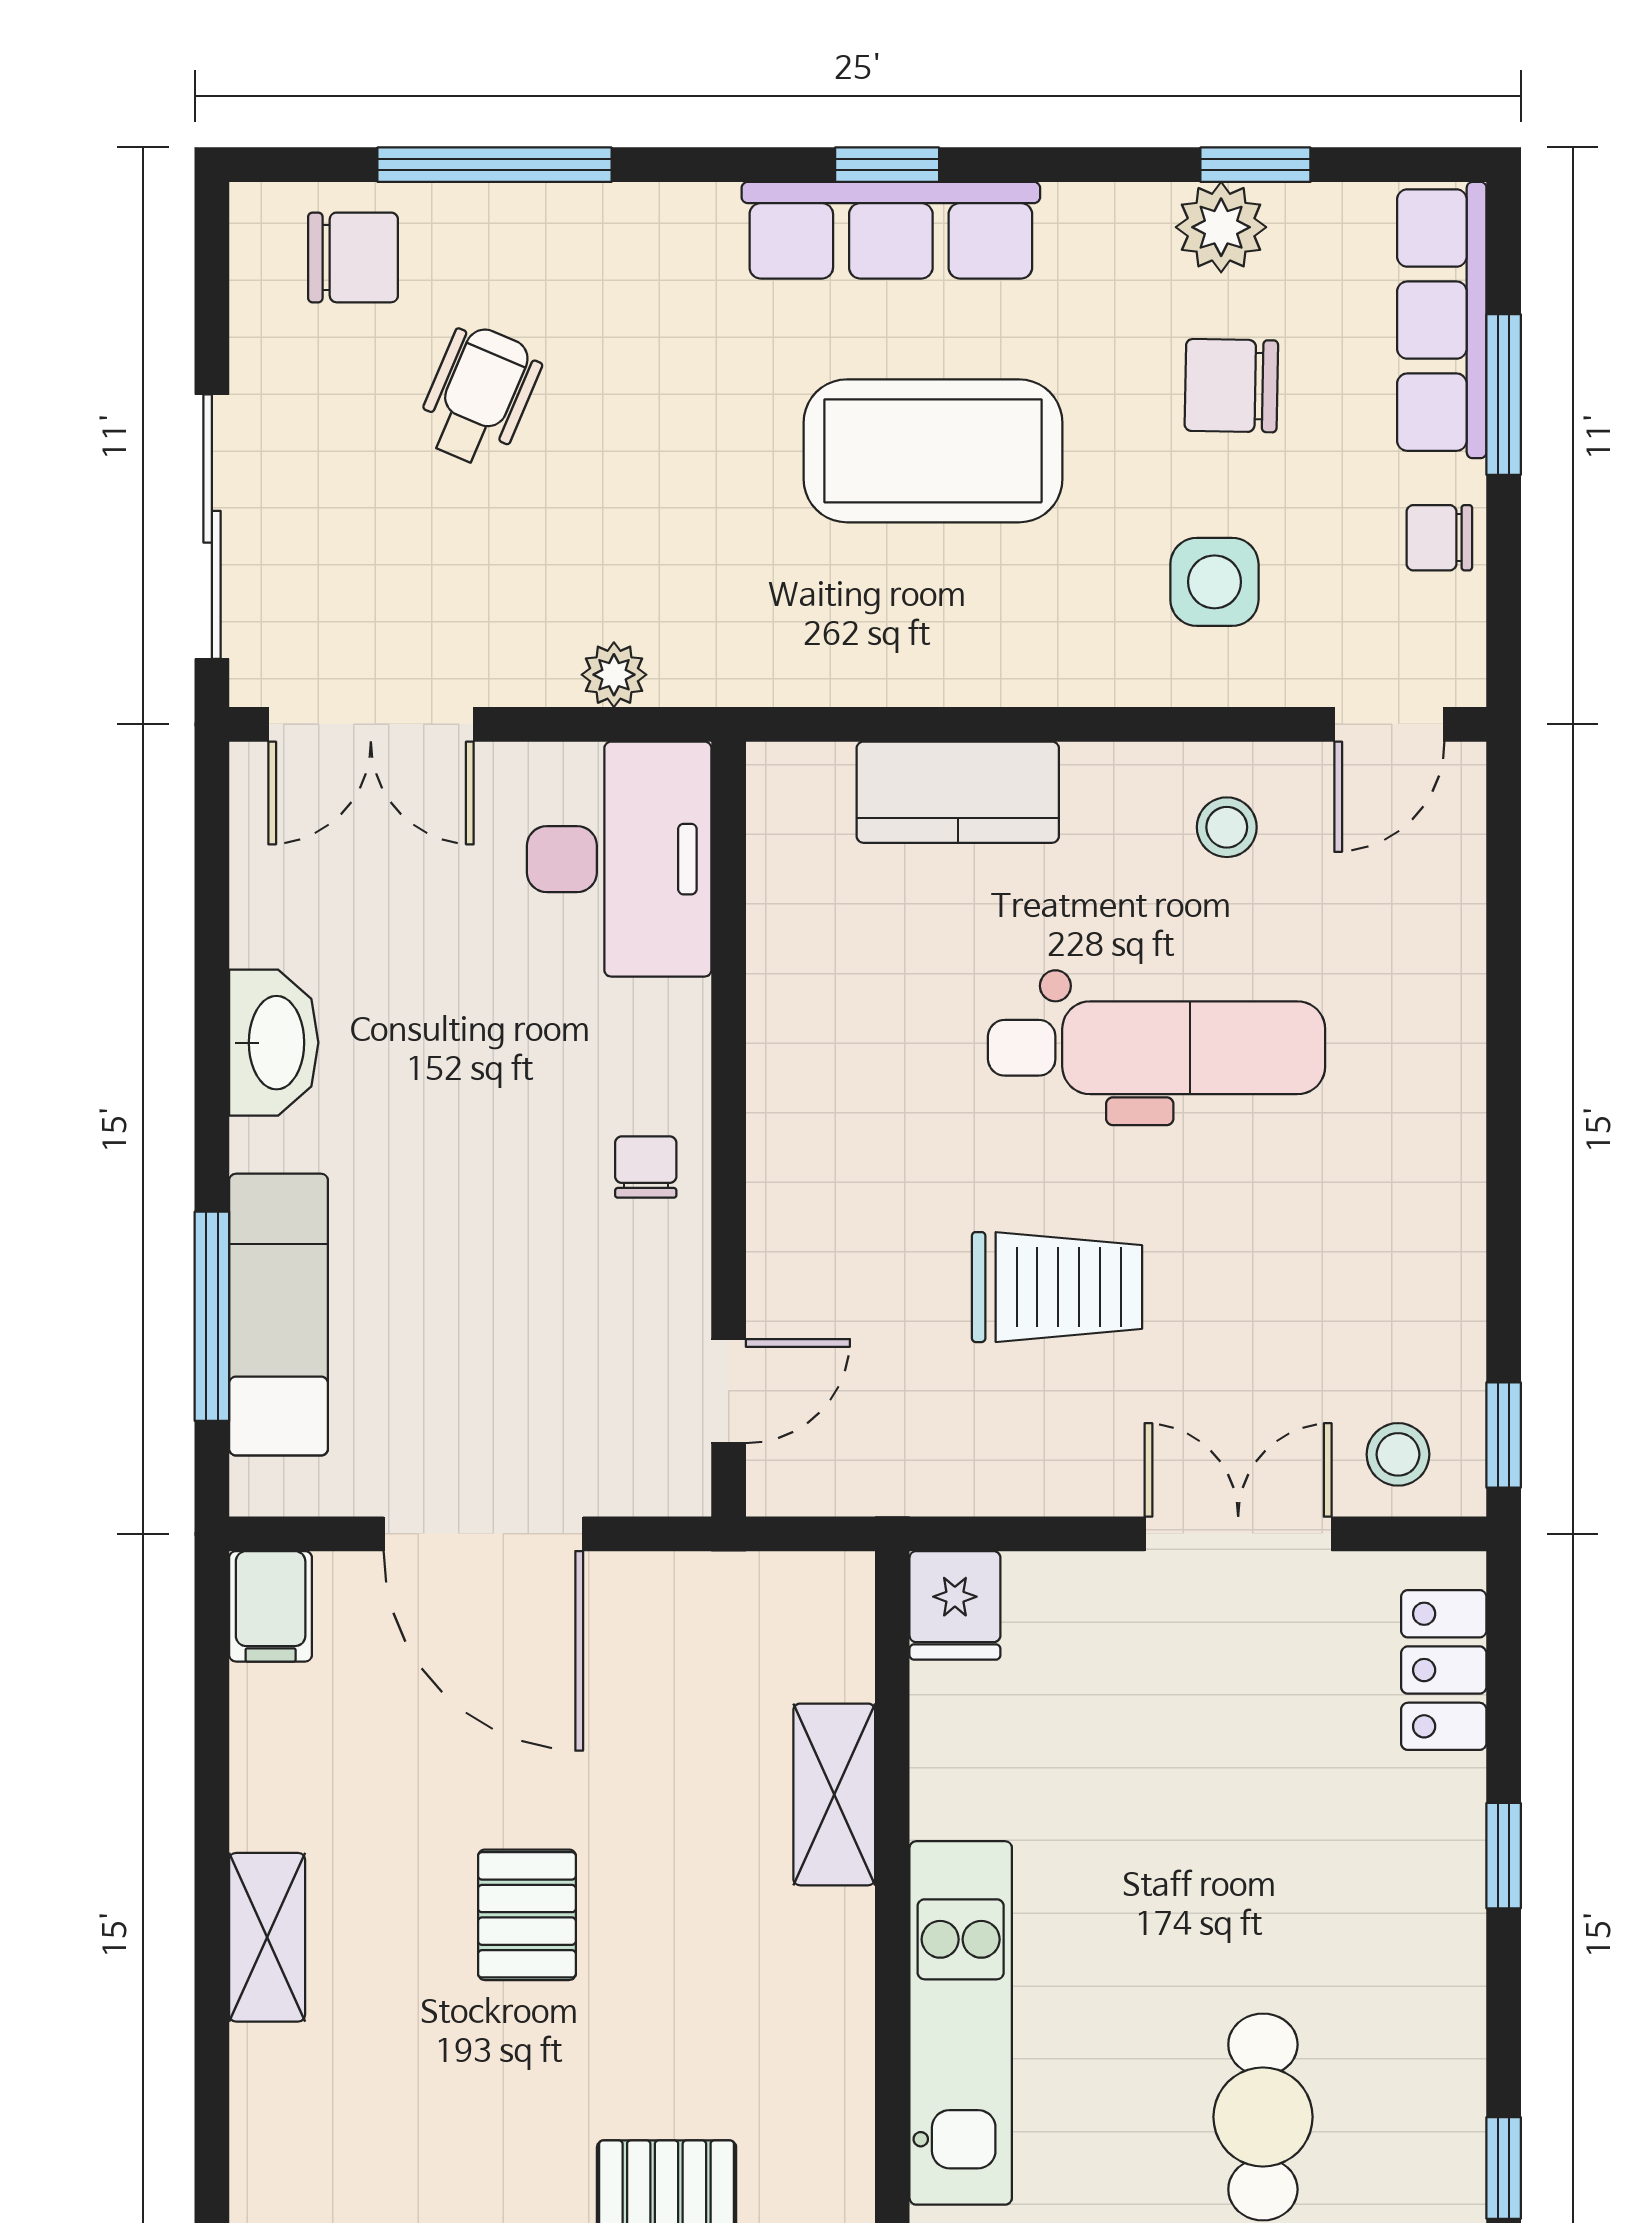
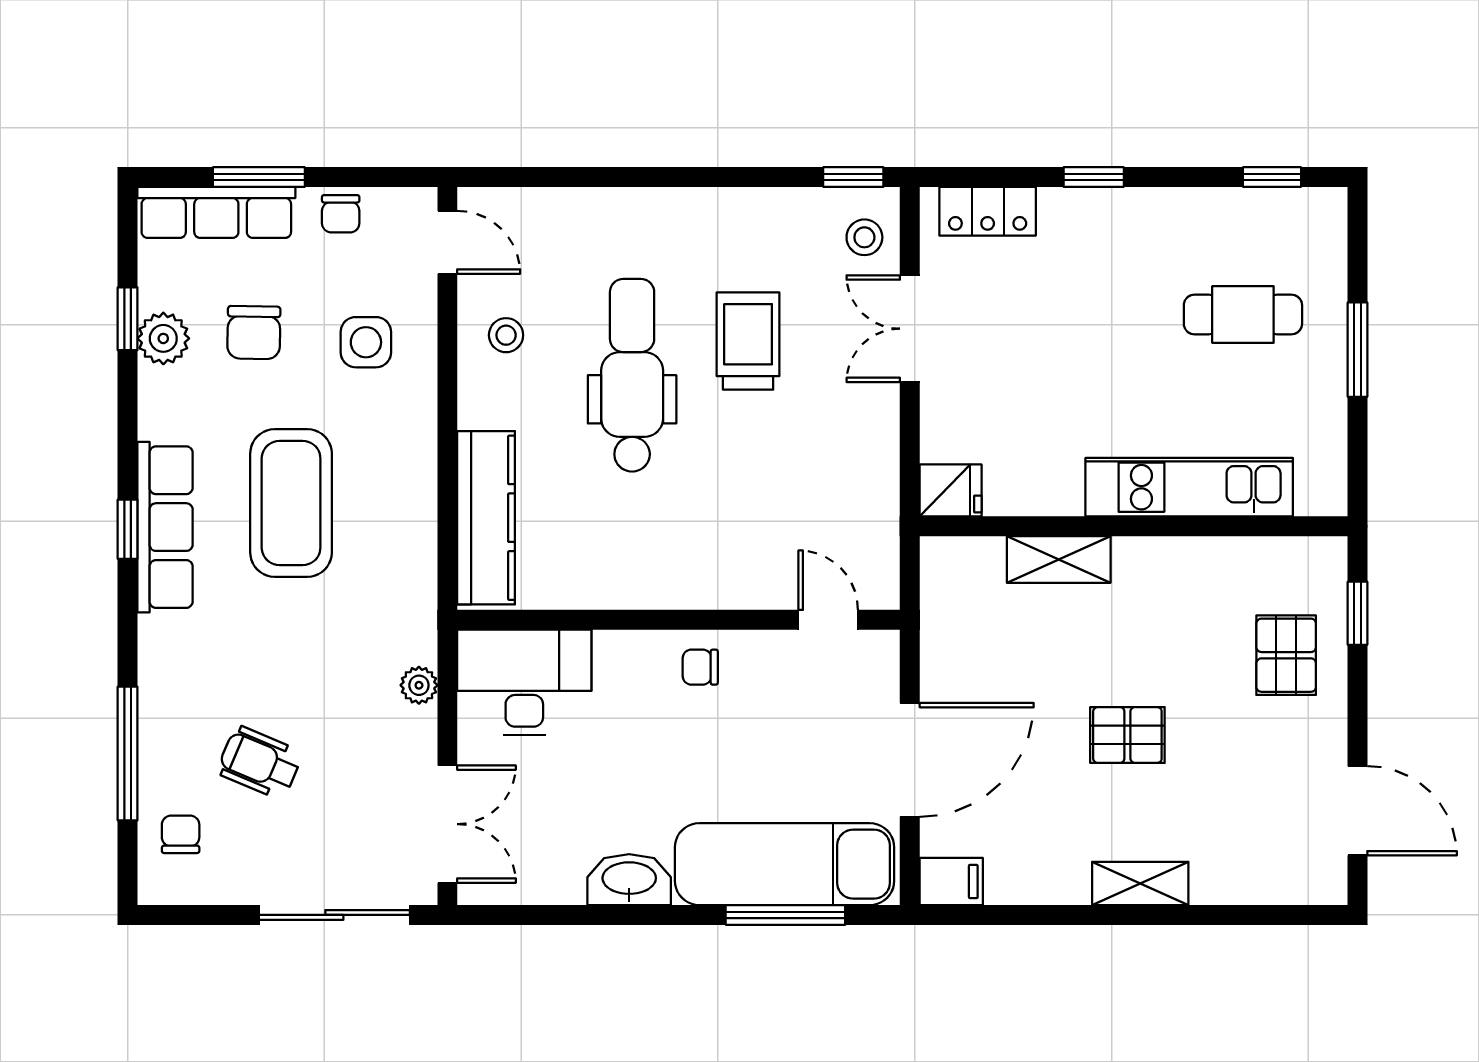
chair: (353, 257) -> (181, 834), width x0.73, depth x0.73
kitchen counter: (958, 792) -> (486, 518), width x1.50
trolley: (1057, 1287) -> (748, 341), moved
exam couch: (279, 1315) -> (785, 864), width x1.36, depth x1.45

